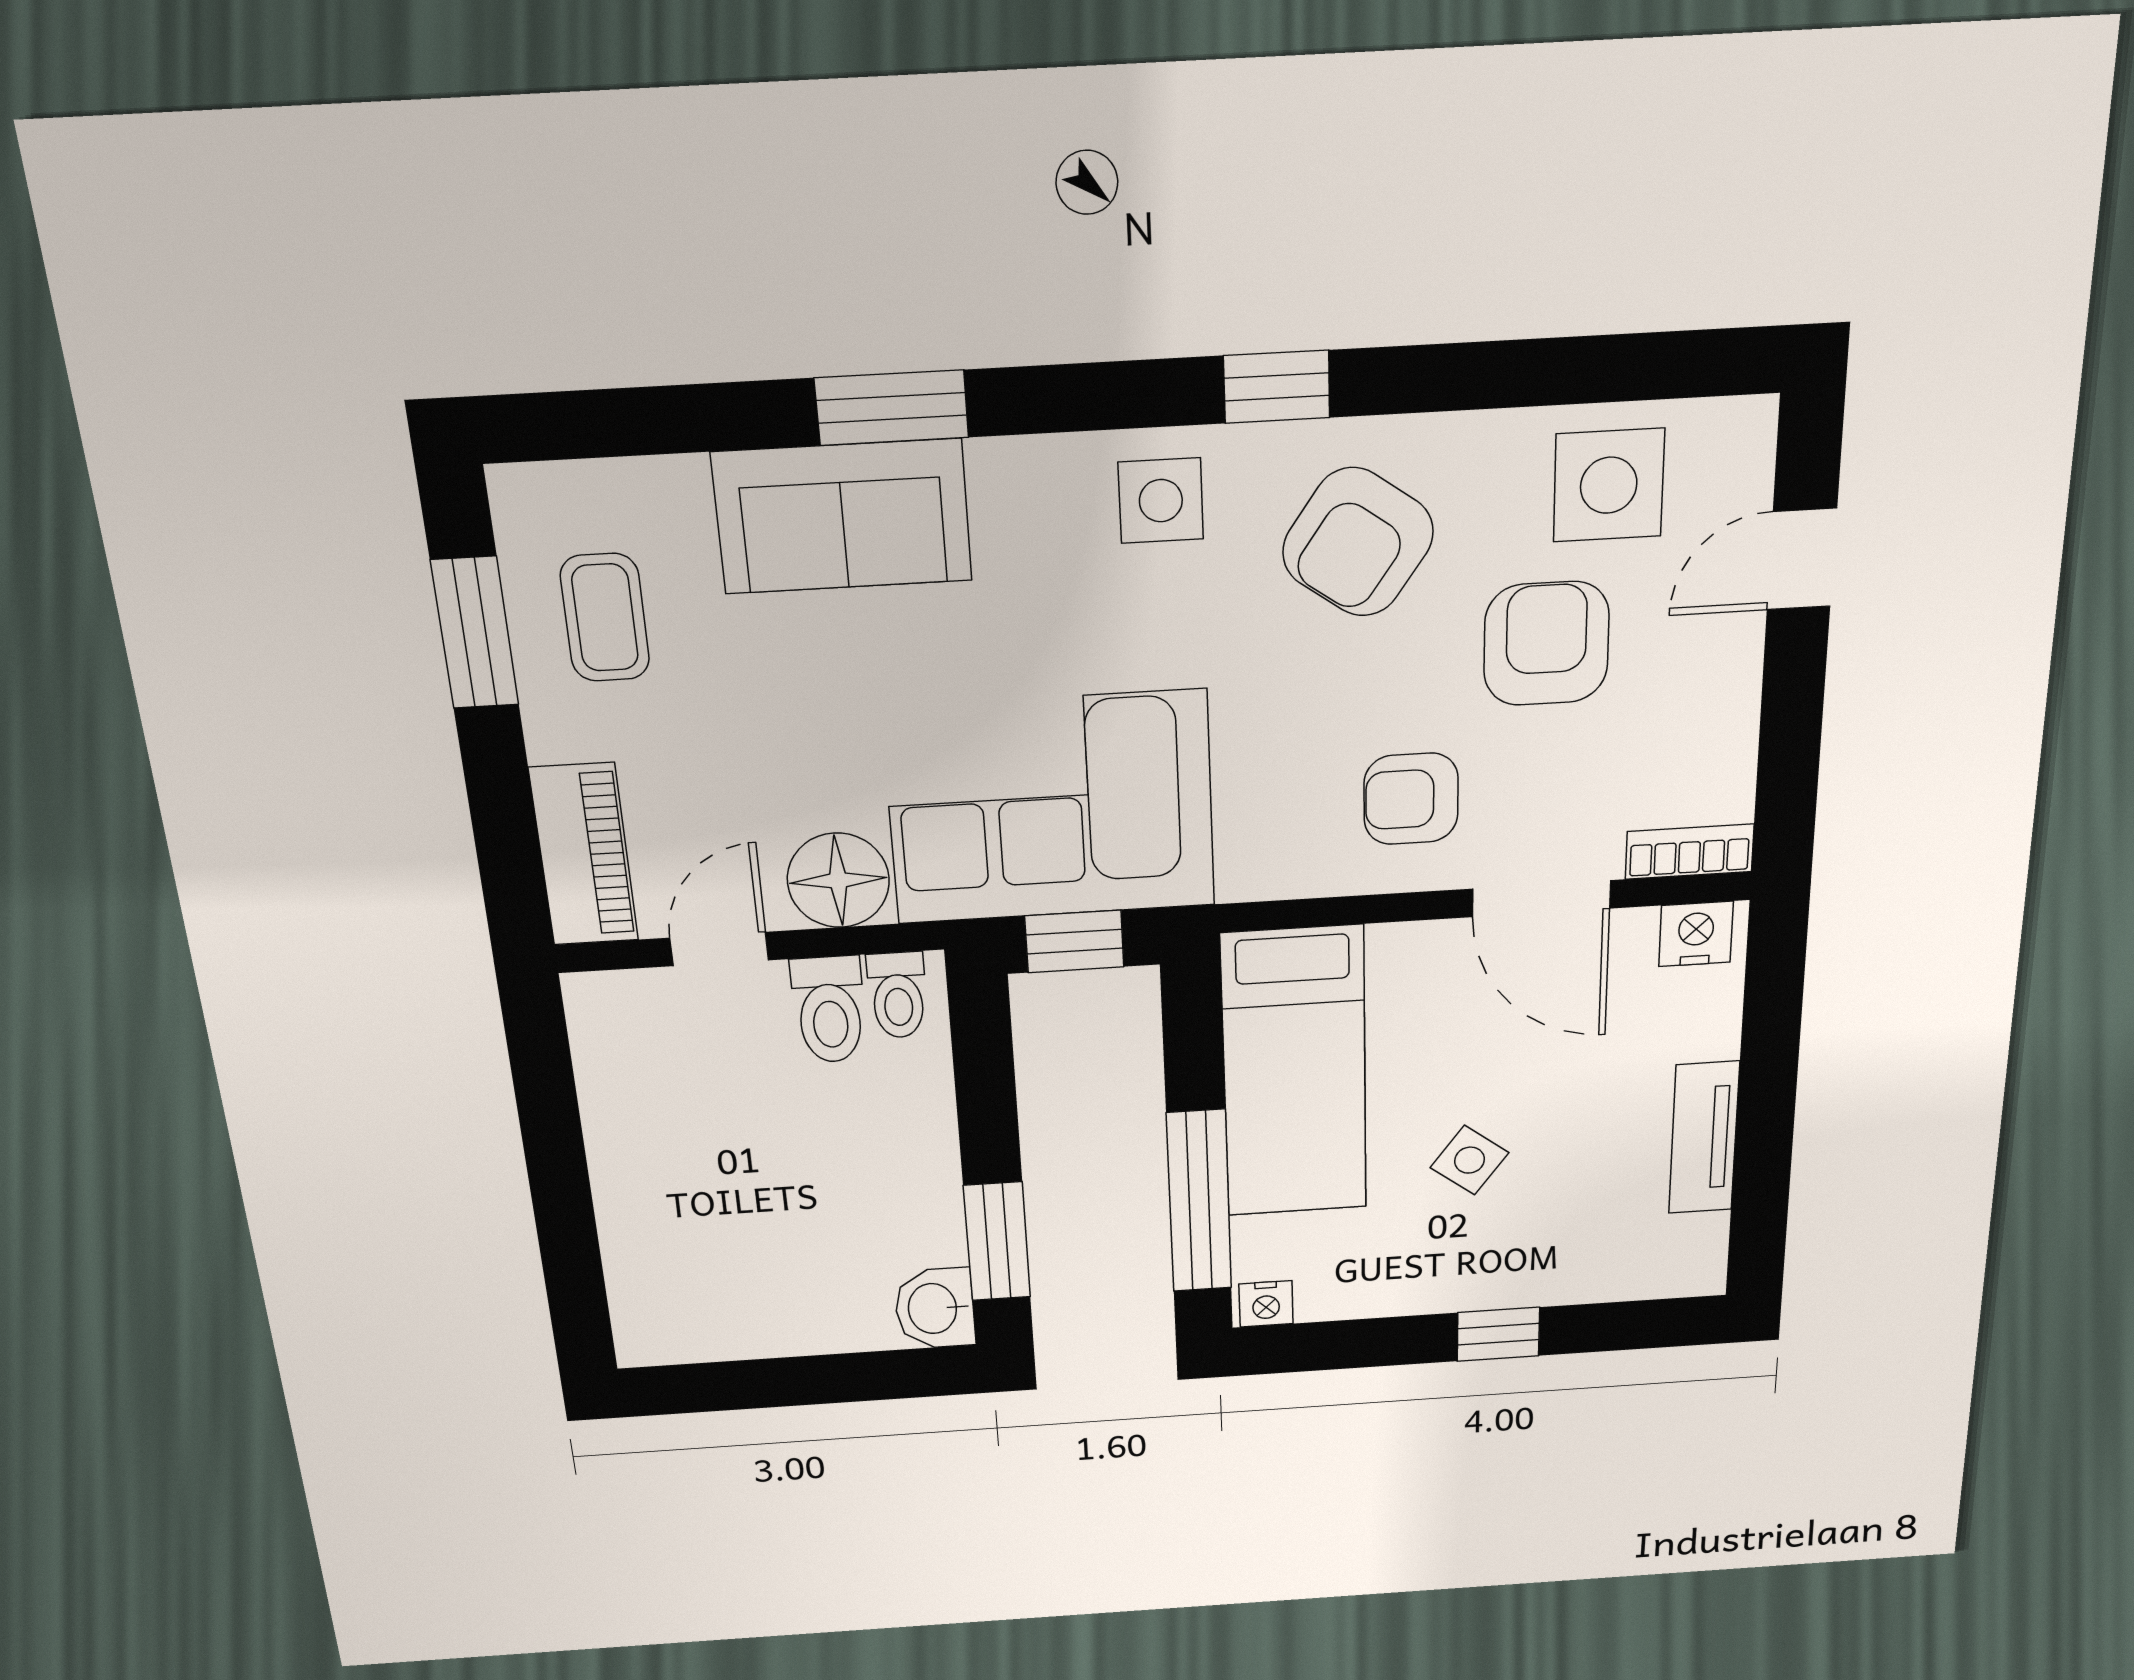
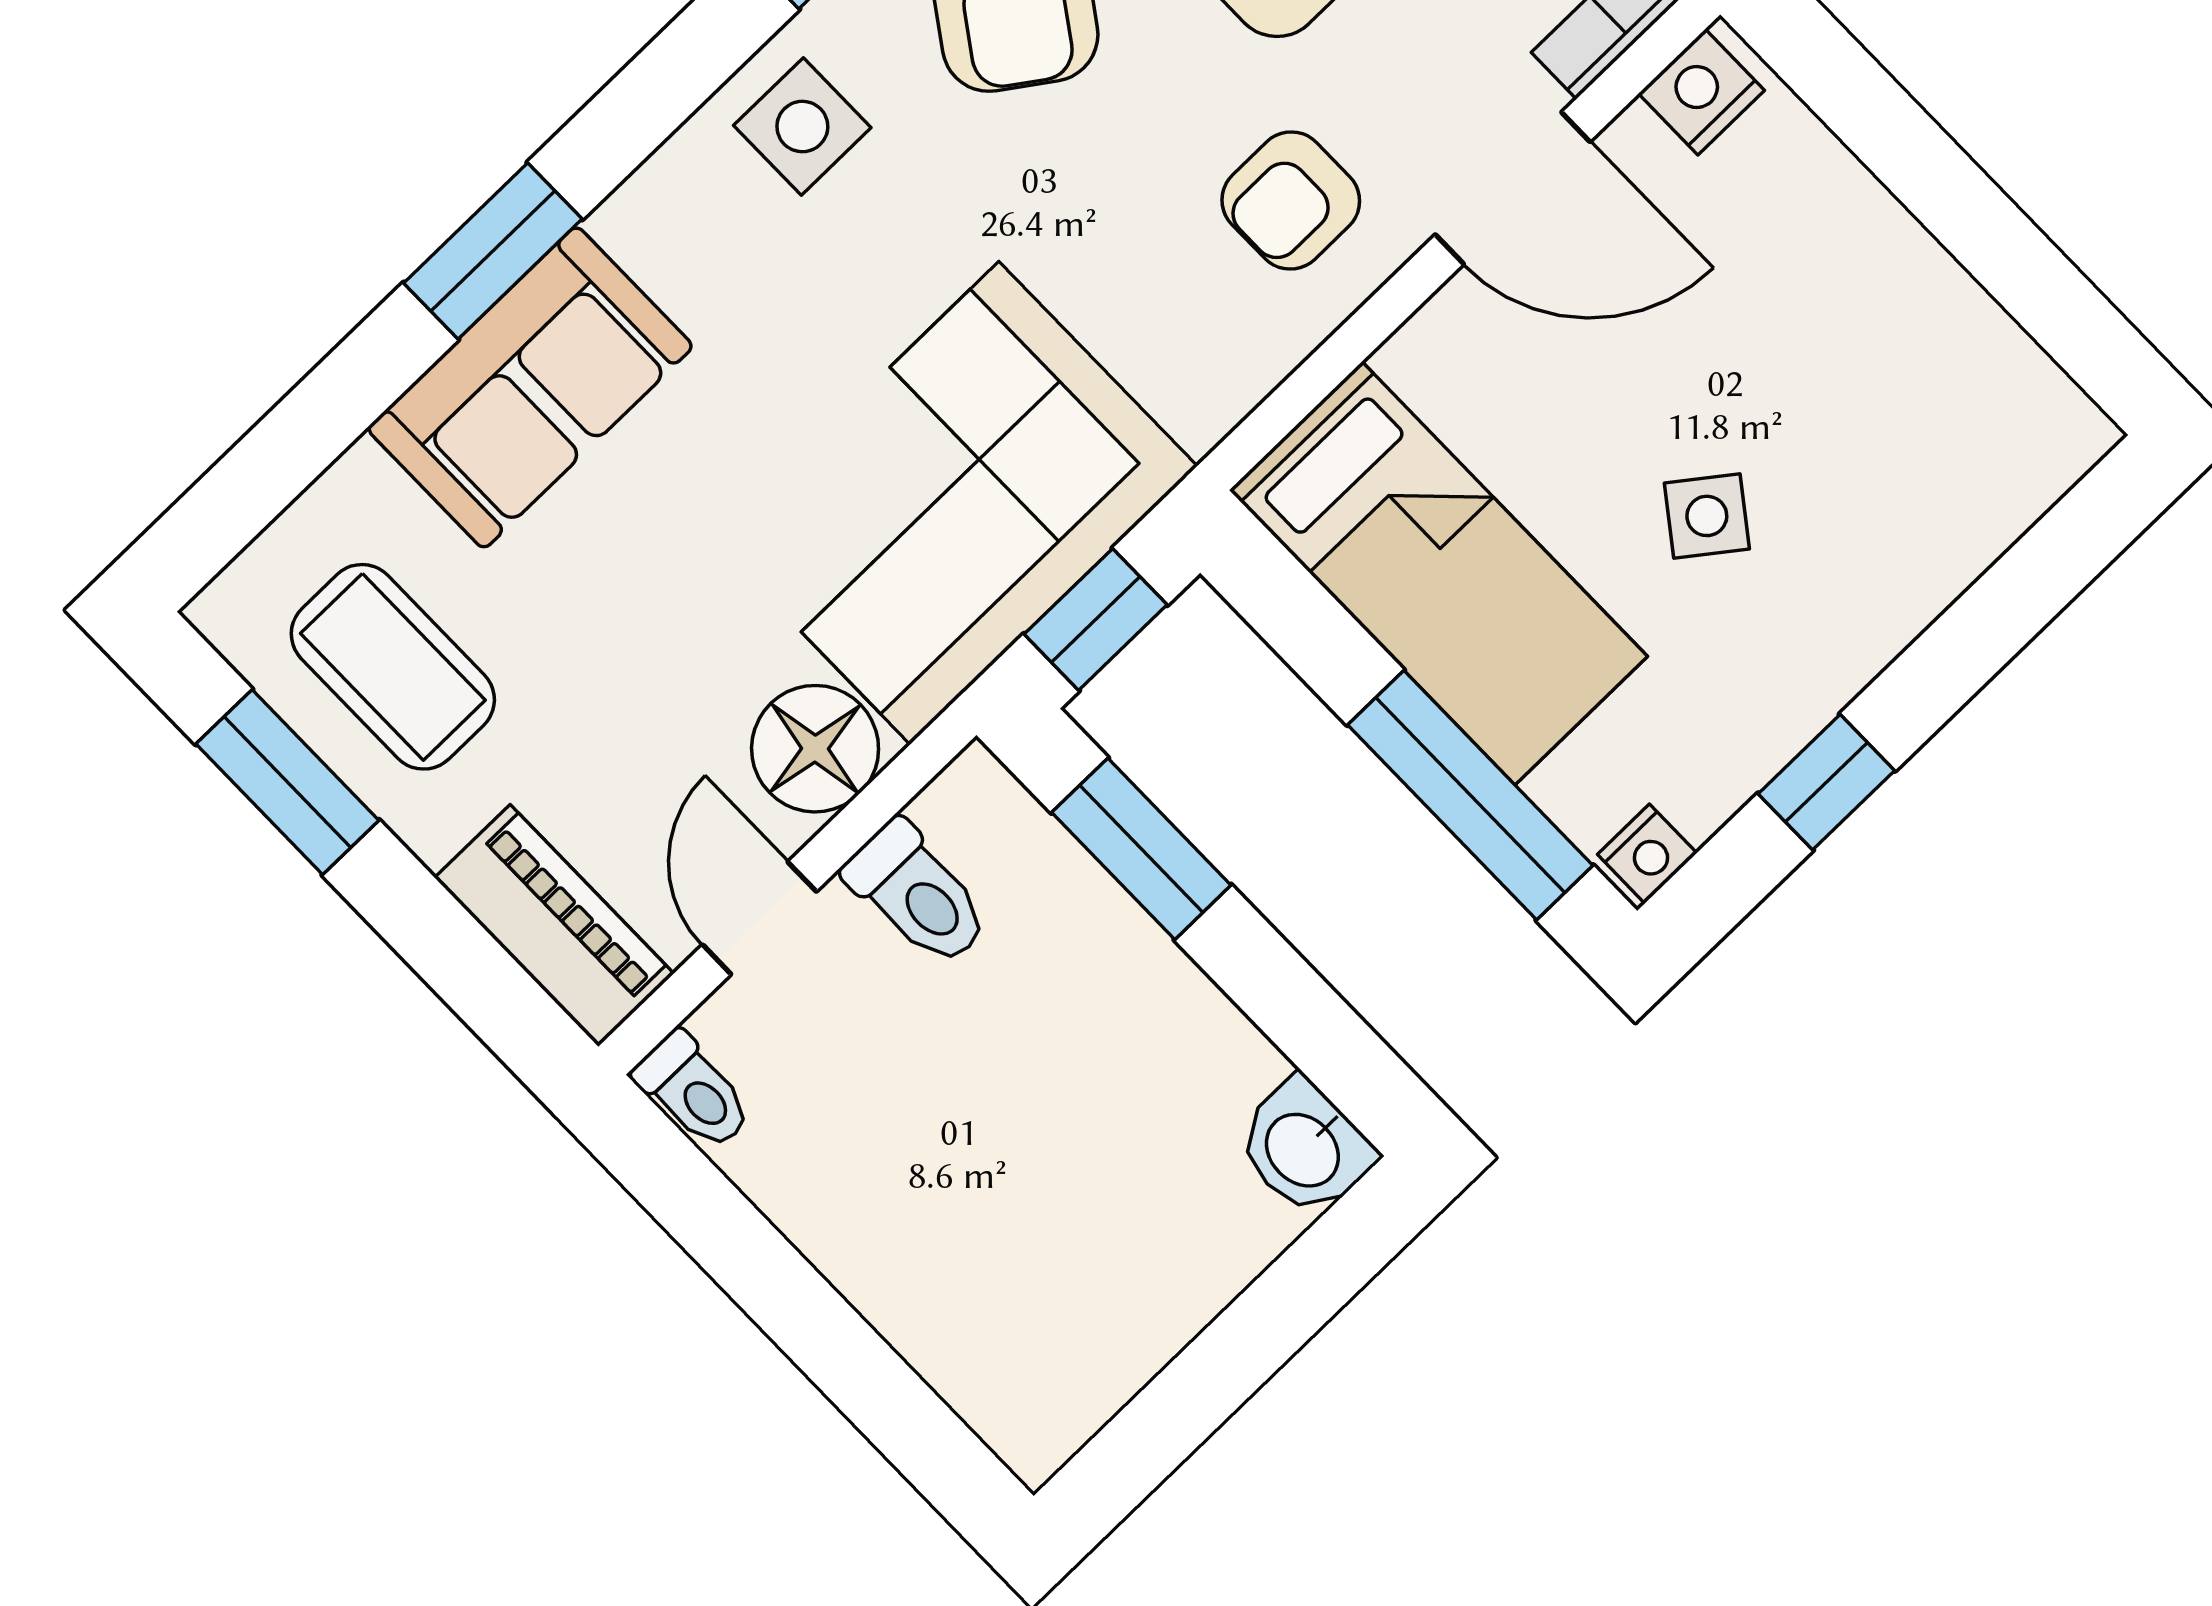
coffee table: (605, 618) -> (393, 667), width x1.36, depth x1.30
toilet: (898, 995) -> (694, 1091), moved
tv unit: (1704, 1138) -> (1926, 288), removed
window: (997, 1241) -> (1141, 849), moved
window: (1498, 1334) -> (1826, 782), moved

